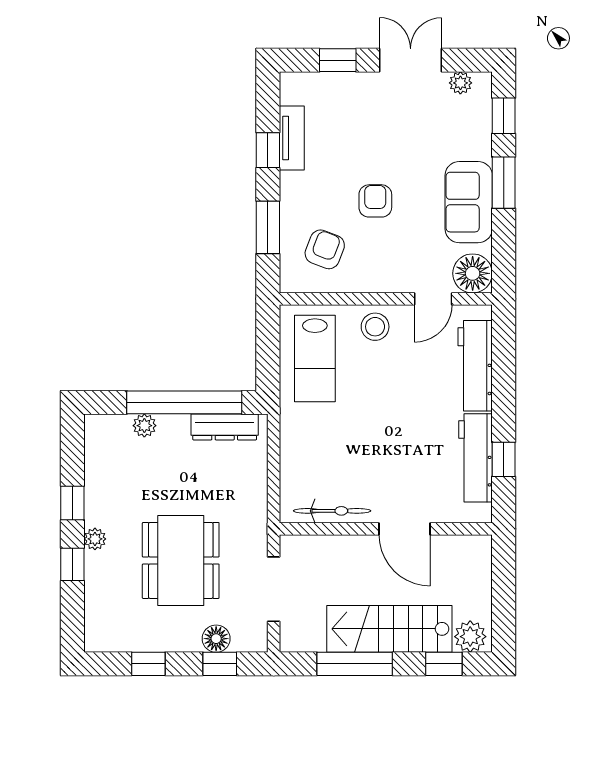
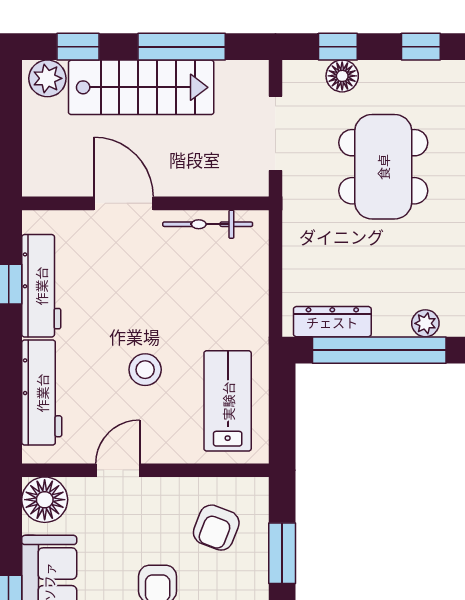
door: (433, 299) -> (118, 470), moved
stool: (375, 327) -> (145, 370), moved

